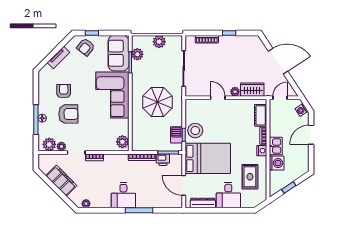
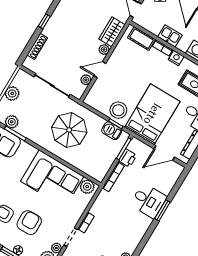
plant: (204, 92) -> (86, 80), added
corner sofa: (112, 95) -> (52, 179), moved
kitchen sink: (276, 146) -> (170, 36), moved
desk: (123, 195) -> (148, 201), moved
window: (139, 210) -> (162, 210), width x0.69

